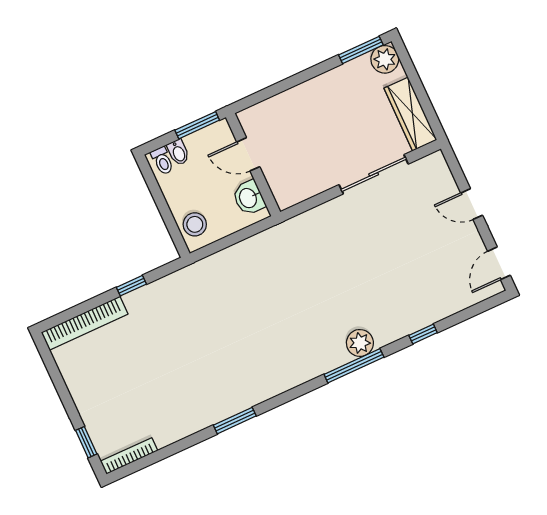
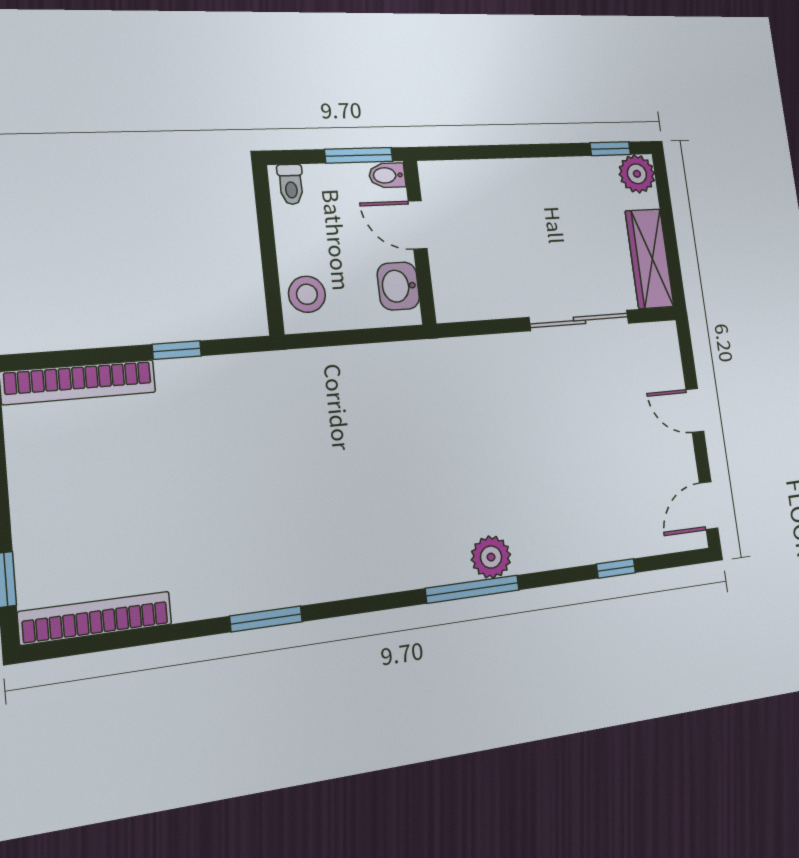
window: (361, 50) -> (610, 149), width x0.67
bidet: (178, 152) -> (387, 175), moved, turned 90
window: (423, 334) -> (616, 568), moved
bookcase: (129, 456) -> (96, 618), width x1.48, depth x1.31

